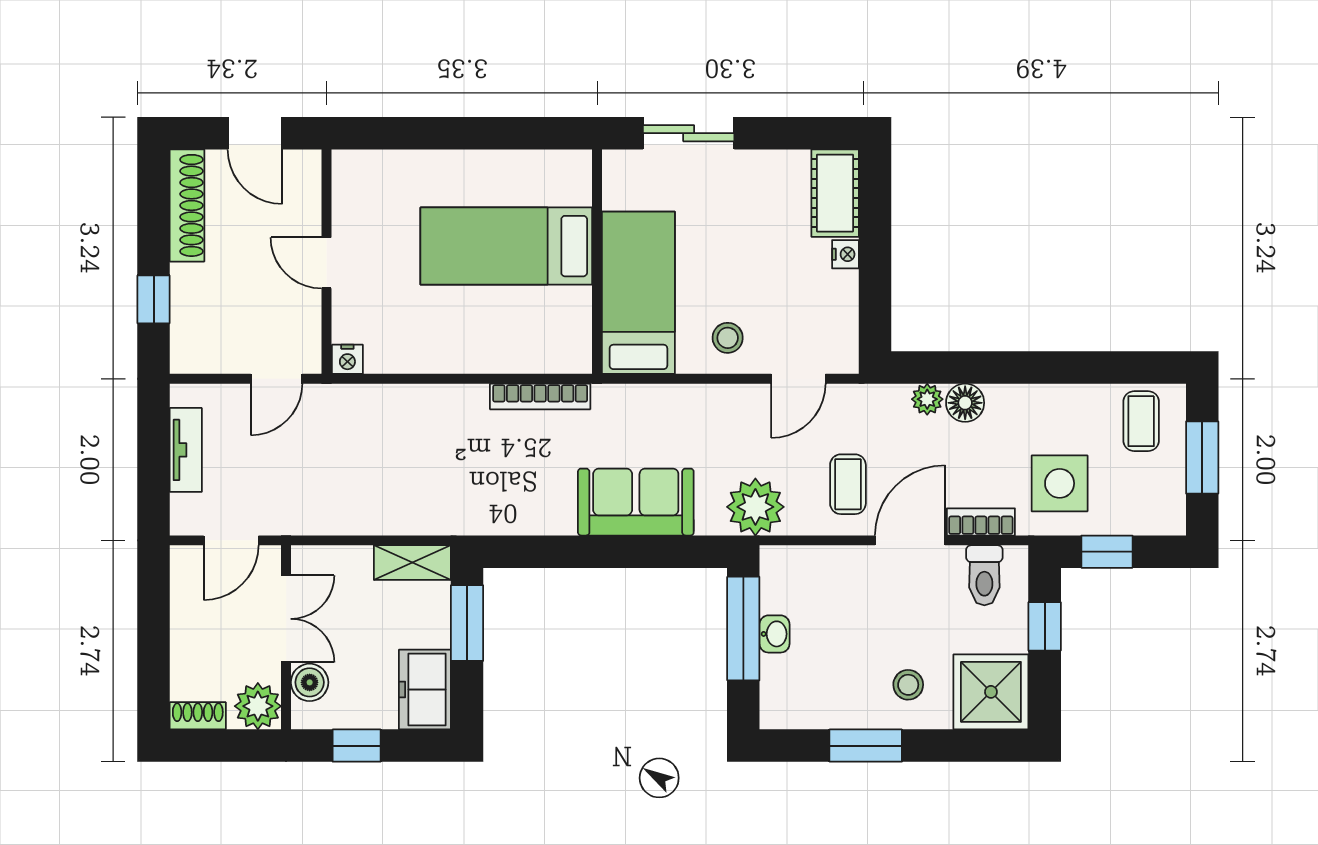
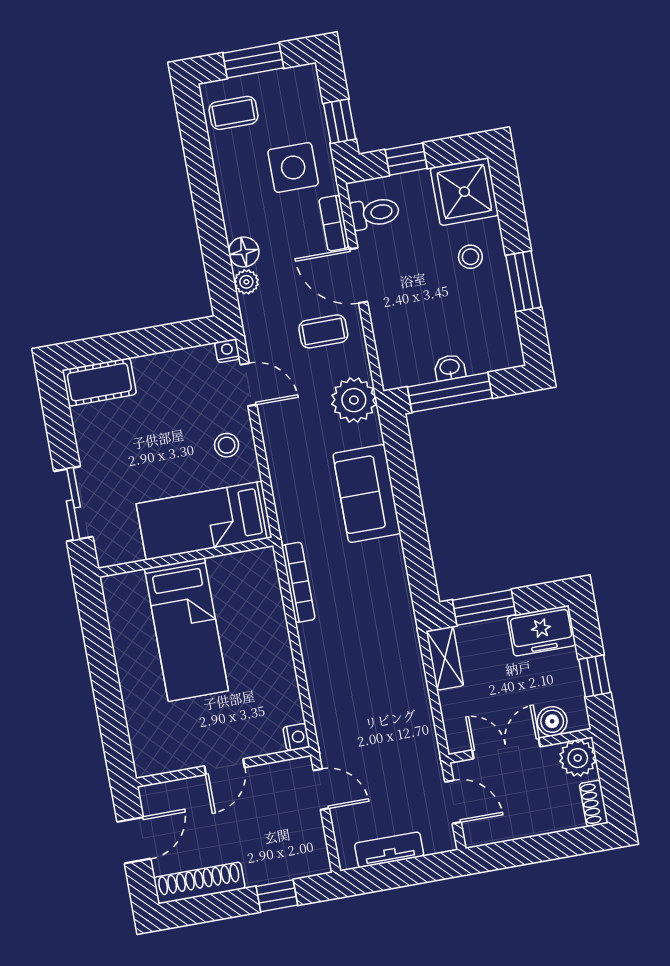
nightstand: (845, 254) -> (227, 351), moved

